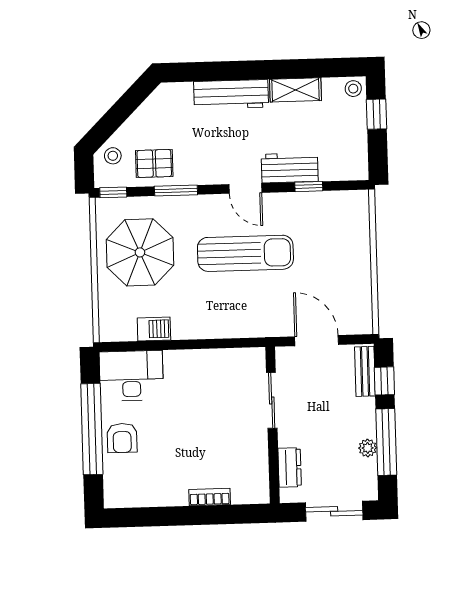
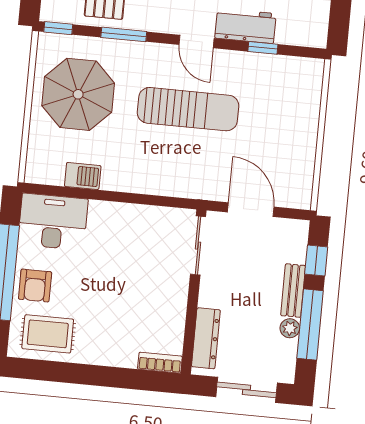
bench: (365, 371) -> (293, 291), moved
sliding door: (272, 400) -> (198, 246), moved
dresser: (290, 467) -> (206, 338), width x1.44
rug: (140, 482) -> (48, 334), added
bookcase: (210, 497) -> (160, 363), moved

